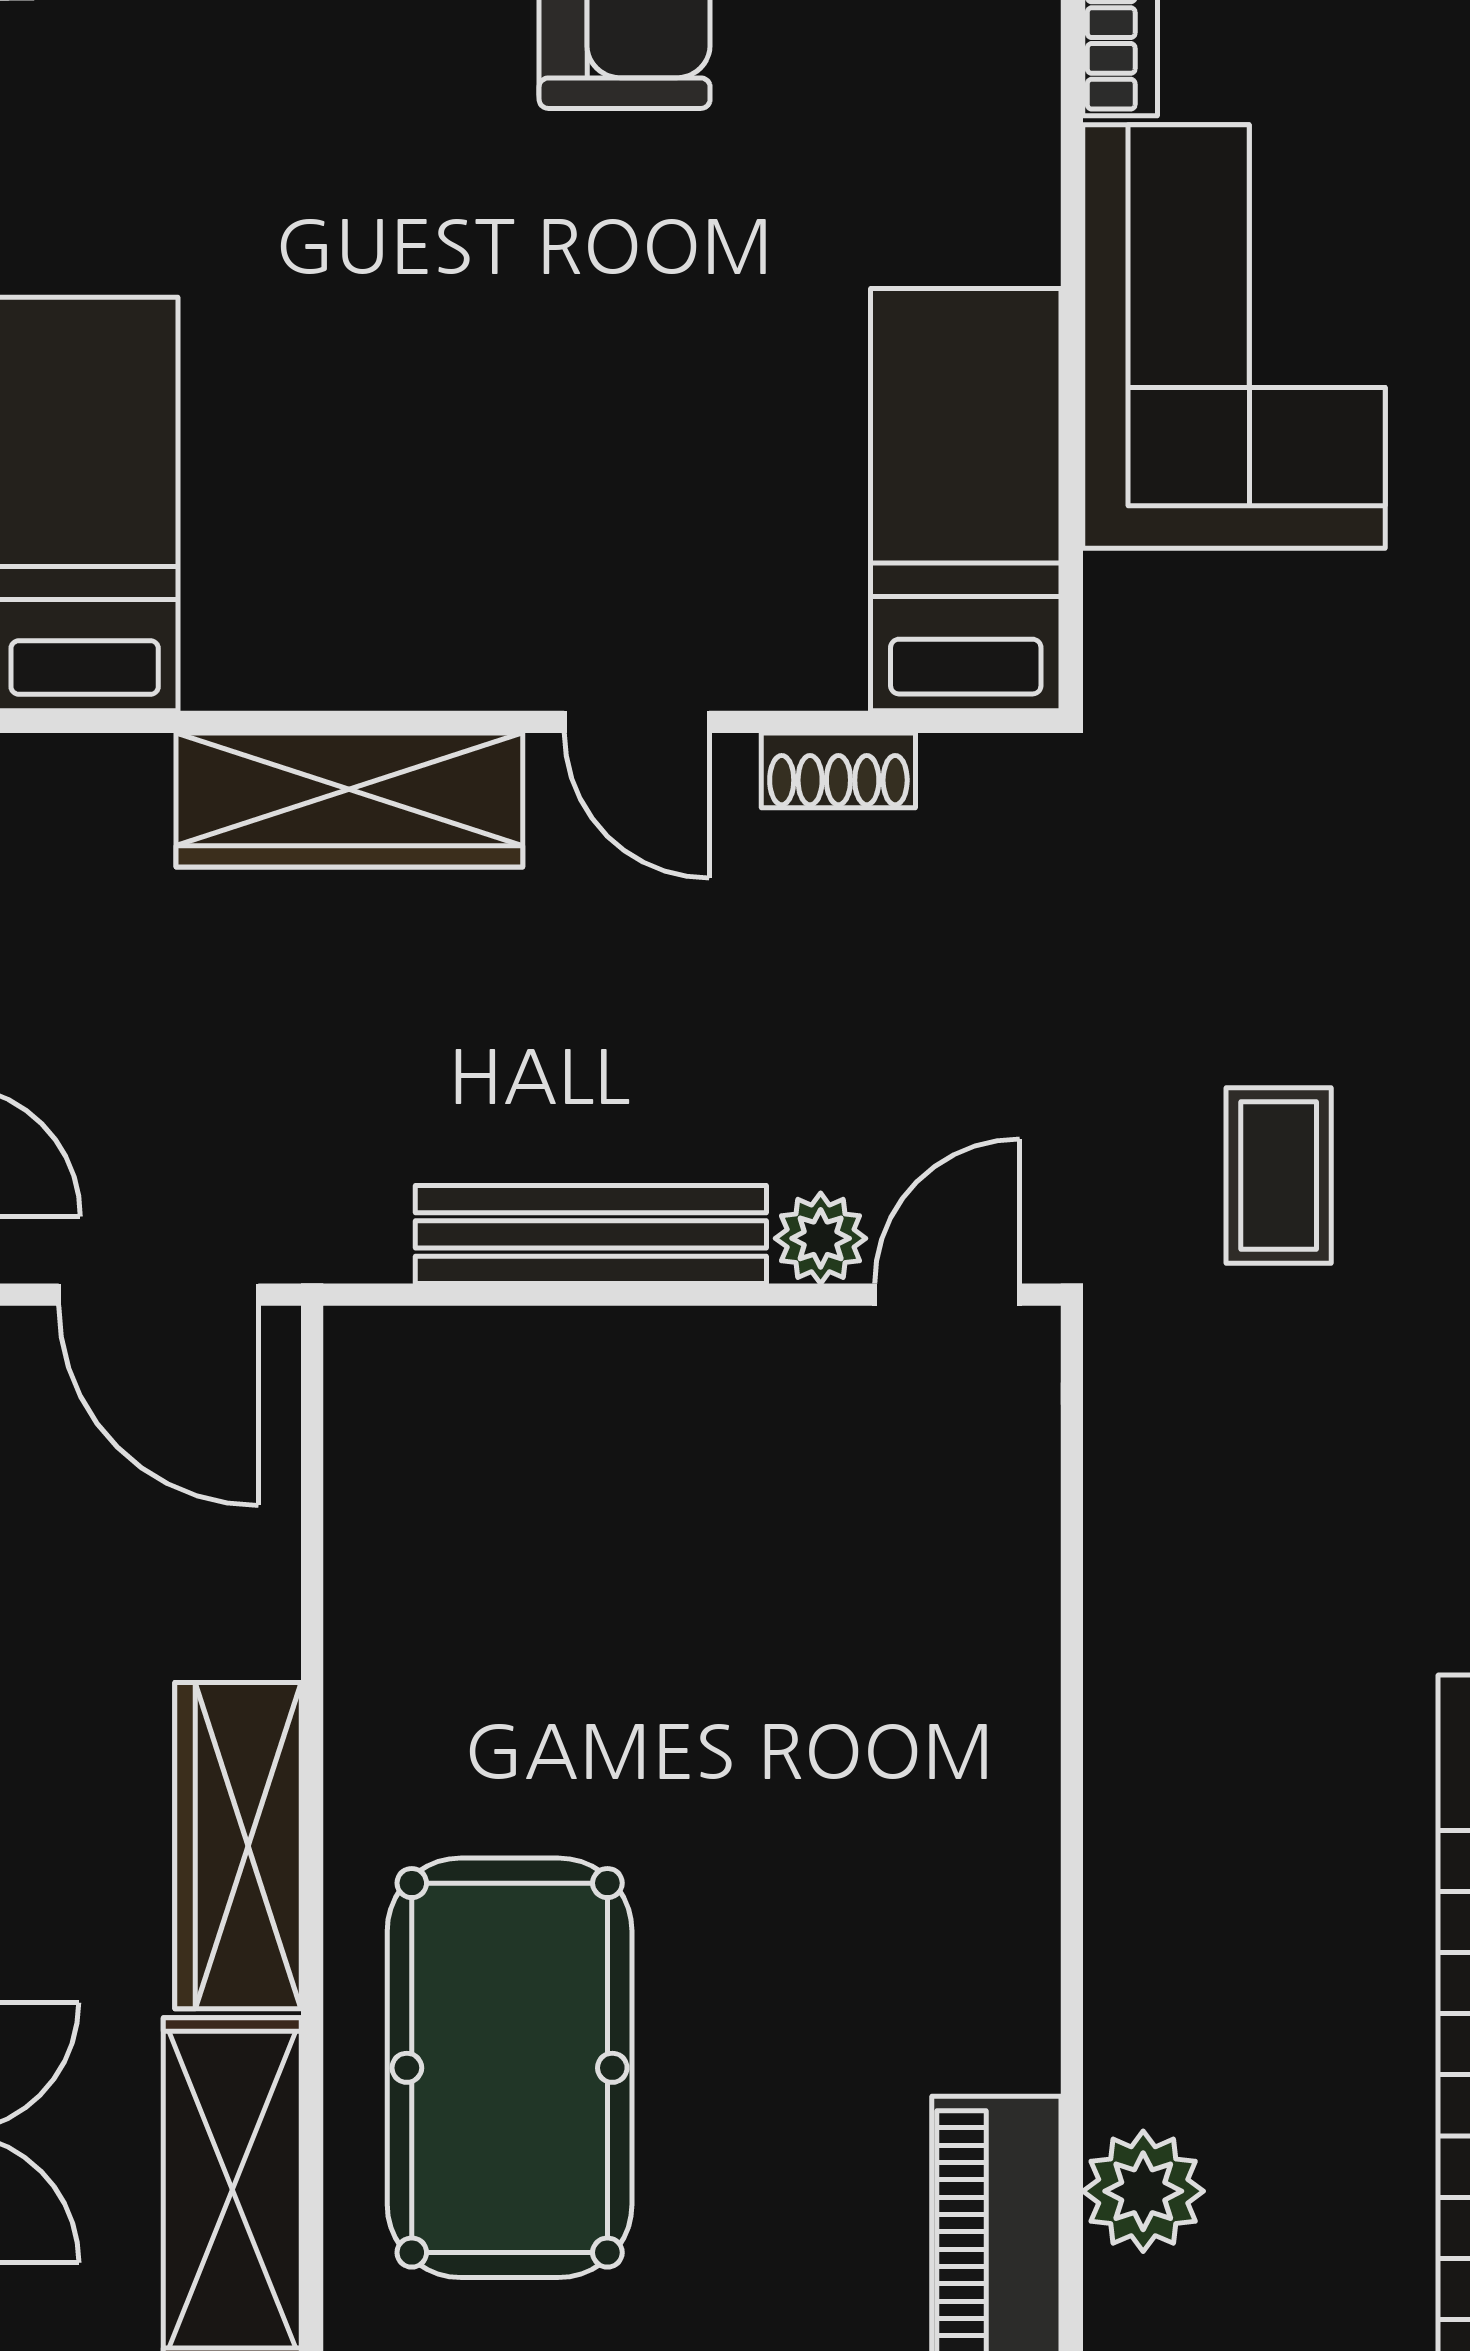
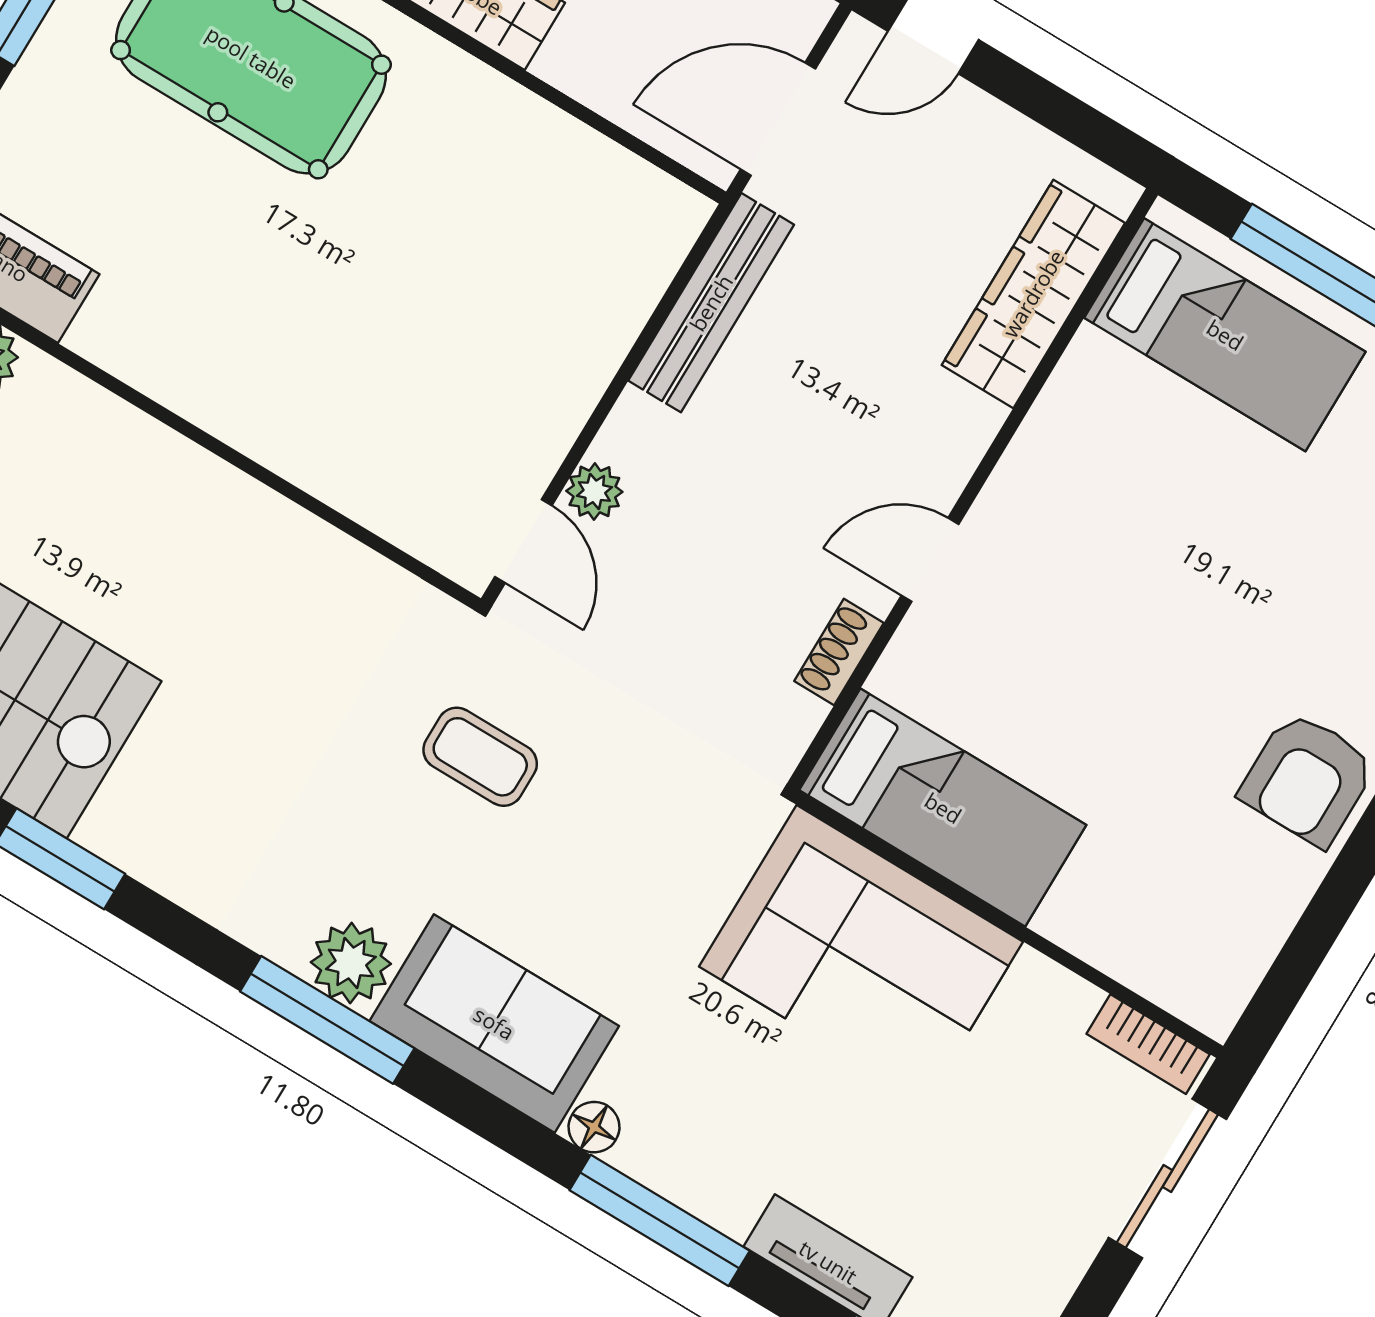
corner sofa: (1234, 336) -> (861, 954), moved
wardrobe: (349, 800) -> (1033, 294), moved
bench: (591, 1234) -> (711, 303), moved

